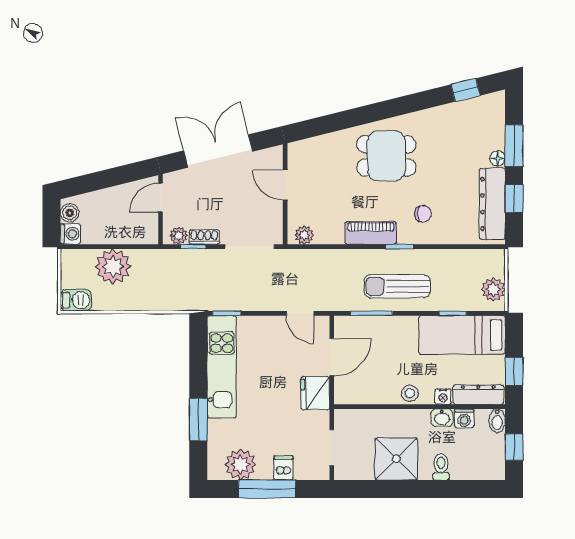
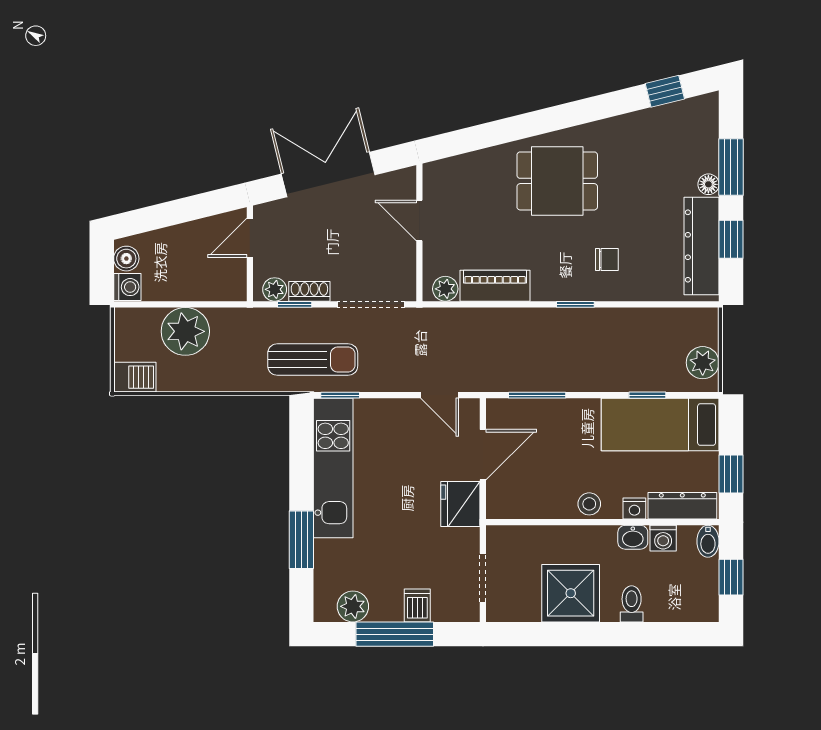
piano: (371, 233) -> (495, 286), moved
sun lounger: (397, 286) -> (313, 360), moved, turned 180
plant: (240, 464) -> (353, 606), width x0.73, depth x0.73

